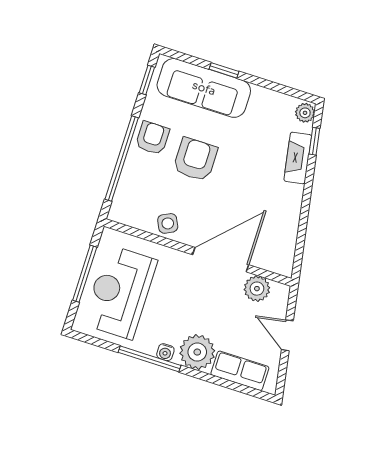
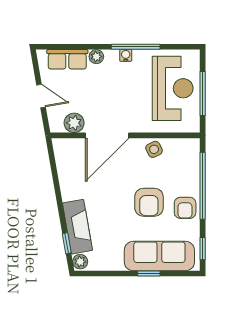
fireplace: (298, 158) -> (77, 227), width x1.37, depth x1.32
plant: (197, 352) -> (96, 57), width x0.53, depth x0.53

